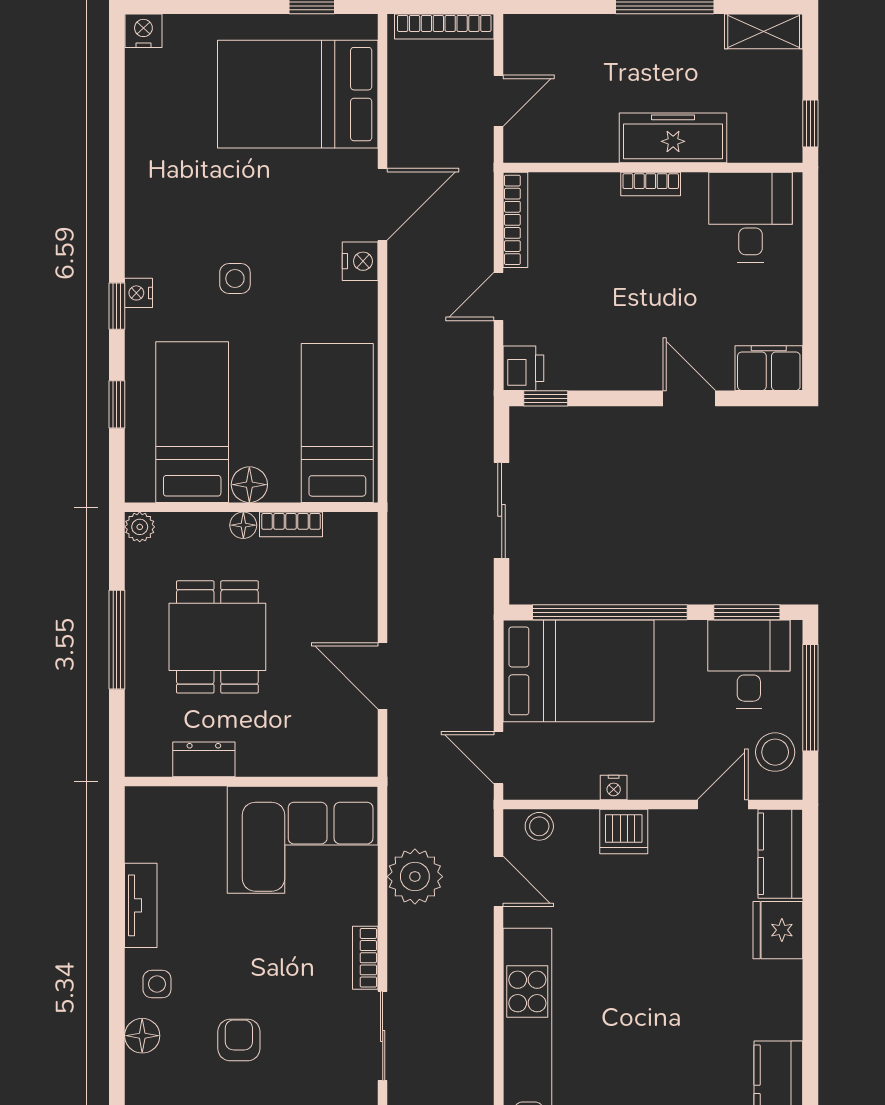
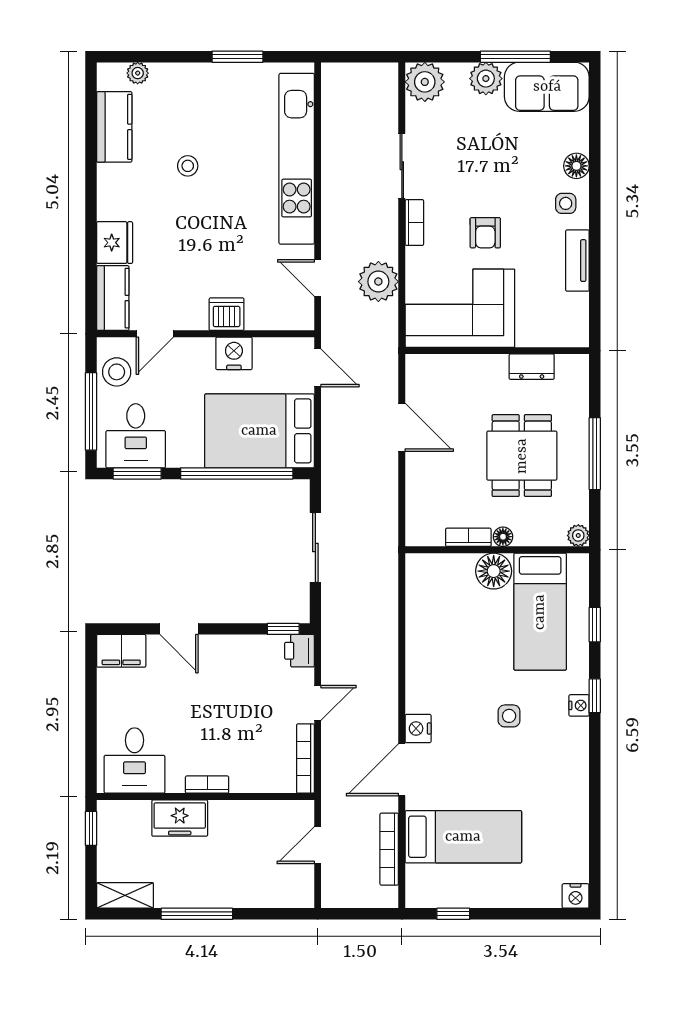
bookcase: (444, 26) -> (389, 849), moved, turned -90
bed: (298, 94) -> (463, 837), width x0.67
freezer: (673, 138) -> (180, 818), width x0.71
bed: (337, 423) -> (435, 611), removed
floor lamp: (249, 485) -> (494, 571), width x1.38, depth x1.38
nightstand: (614, 787) -> (234, 353), width x1.89, depth x1.79
stool: (539, 826) -> (188, 166), moved
armchair: (239, 1040) -> (485, 233), moved

